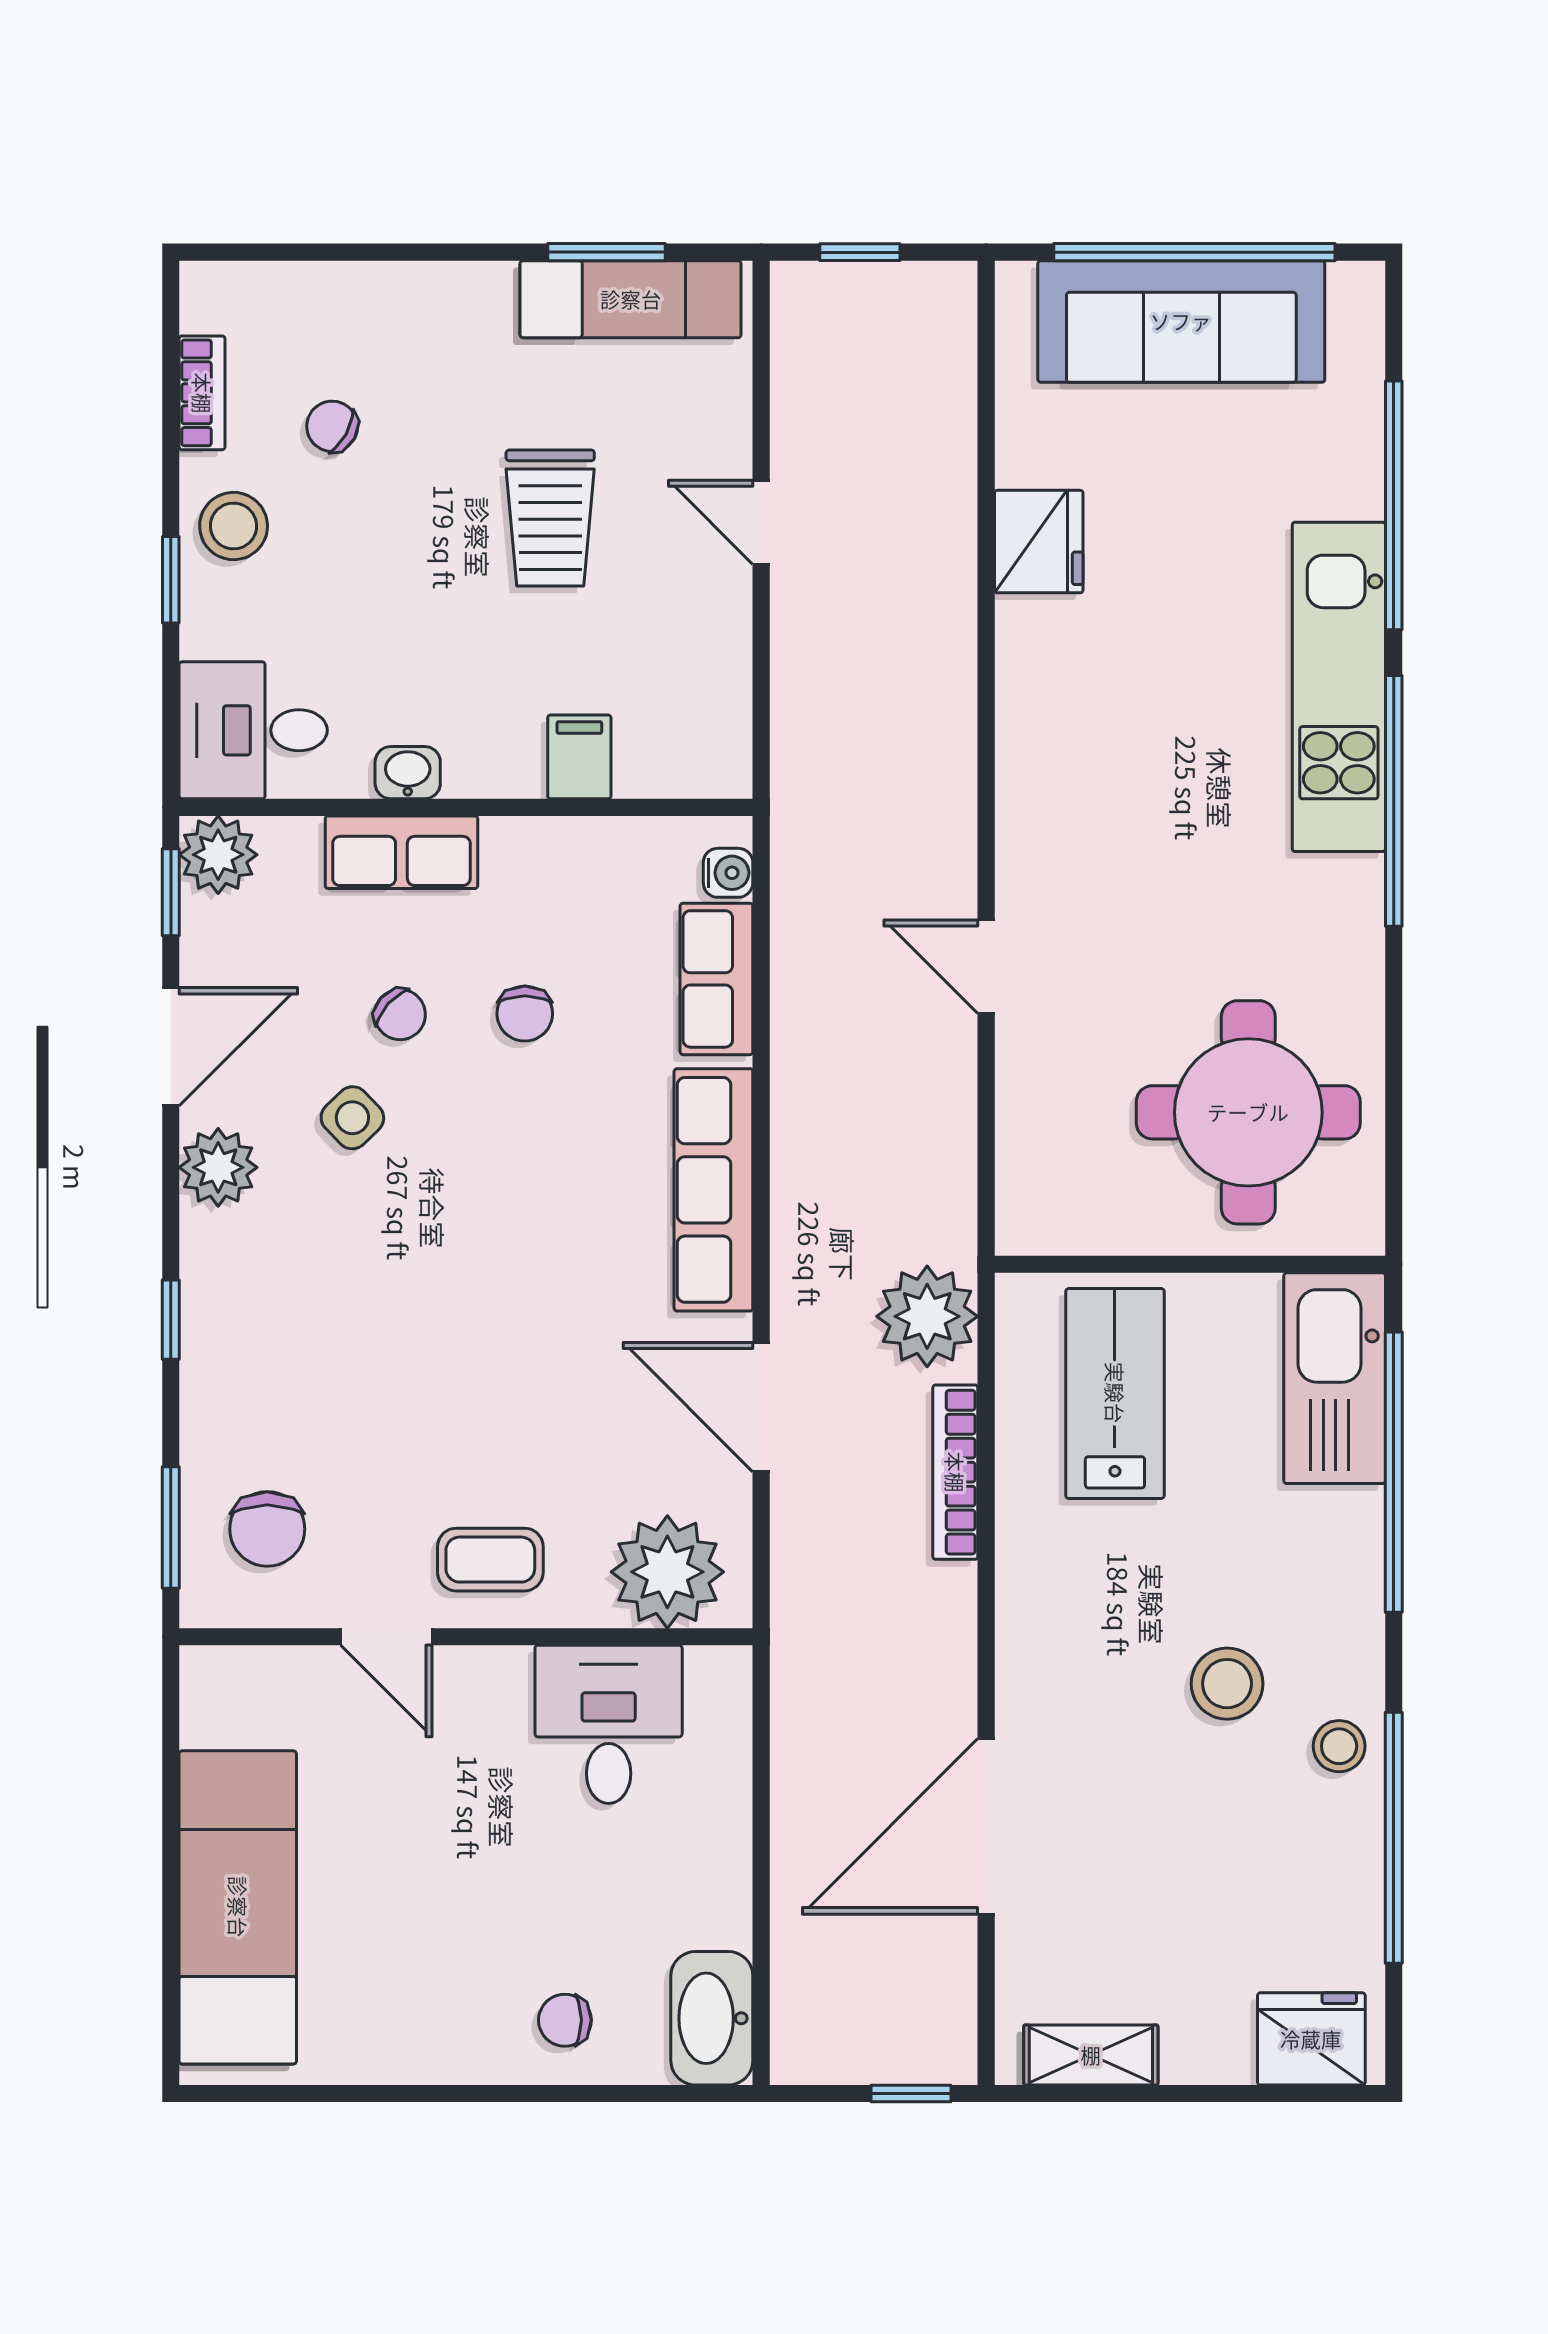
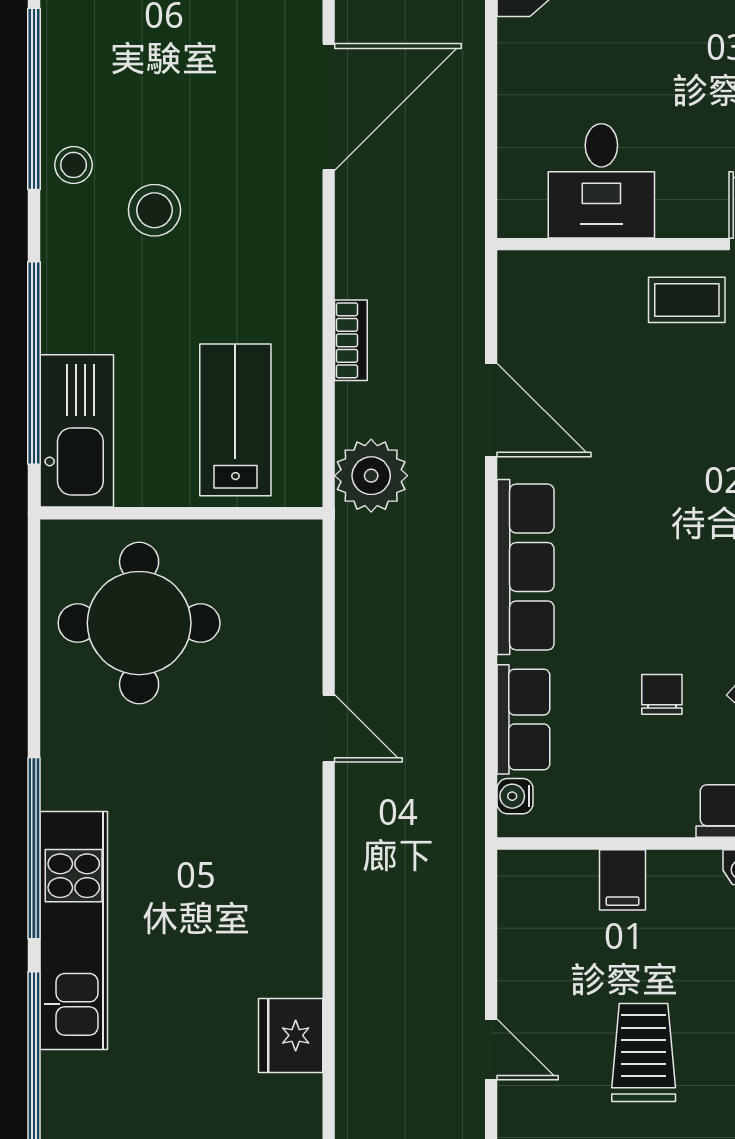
lab bench: (1115, 1393) -> (235, 420), turned 180
bookcase: (955, 1472) -> (351, 340), width x0.64
plant: (667, 1572) -> (559, 291), removed

